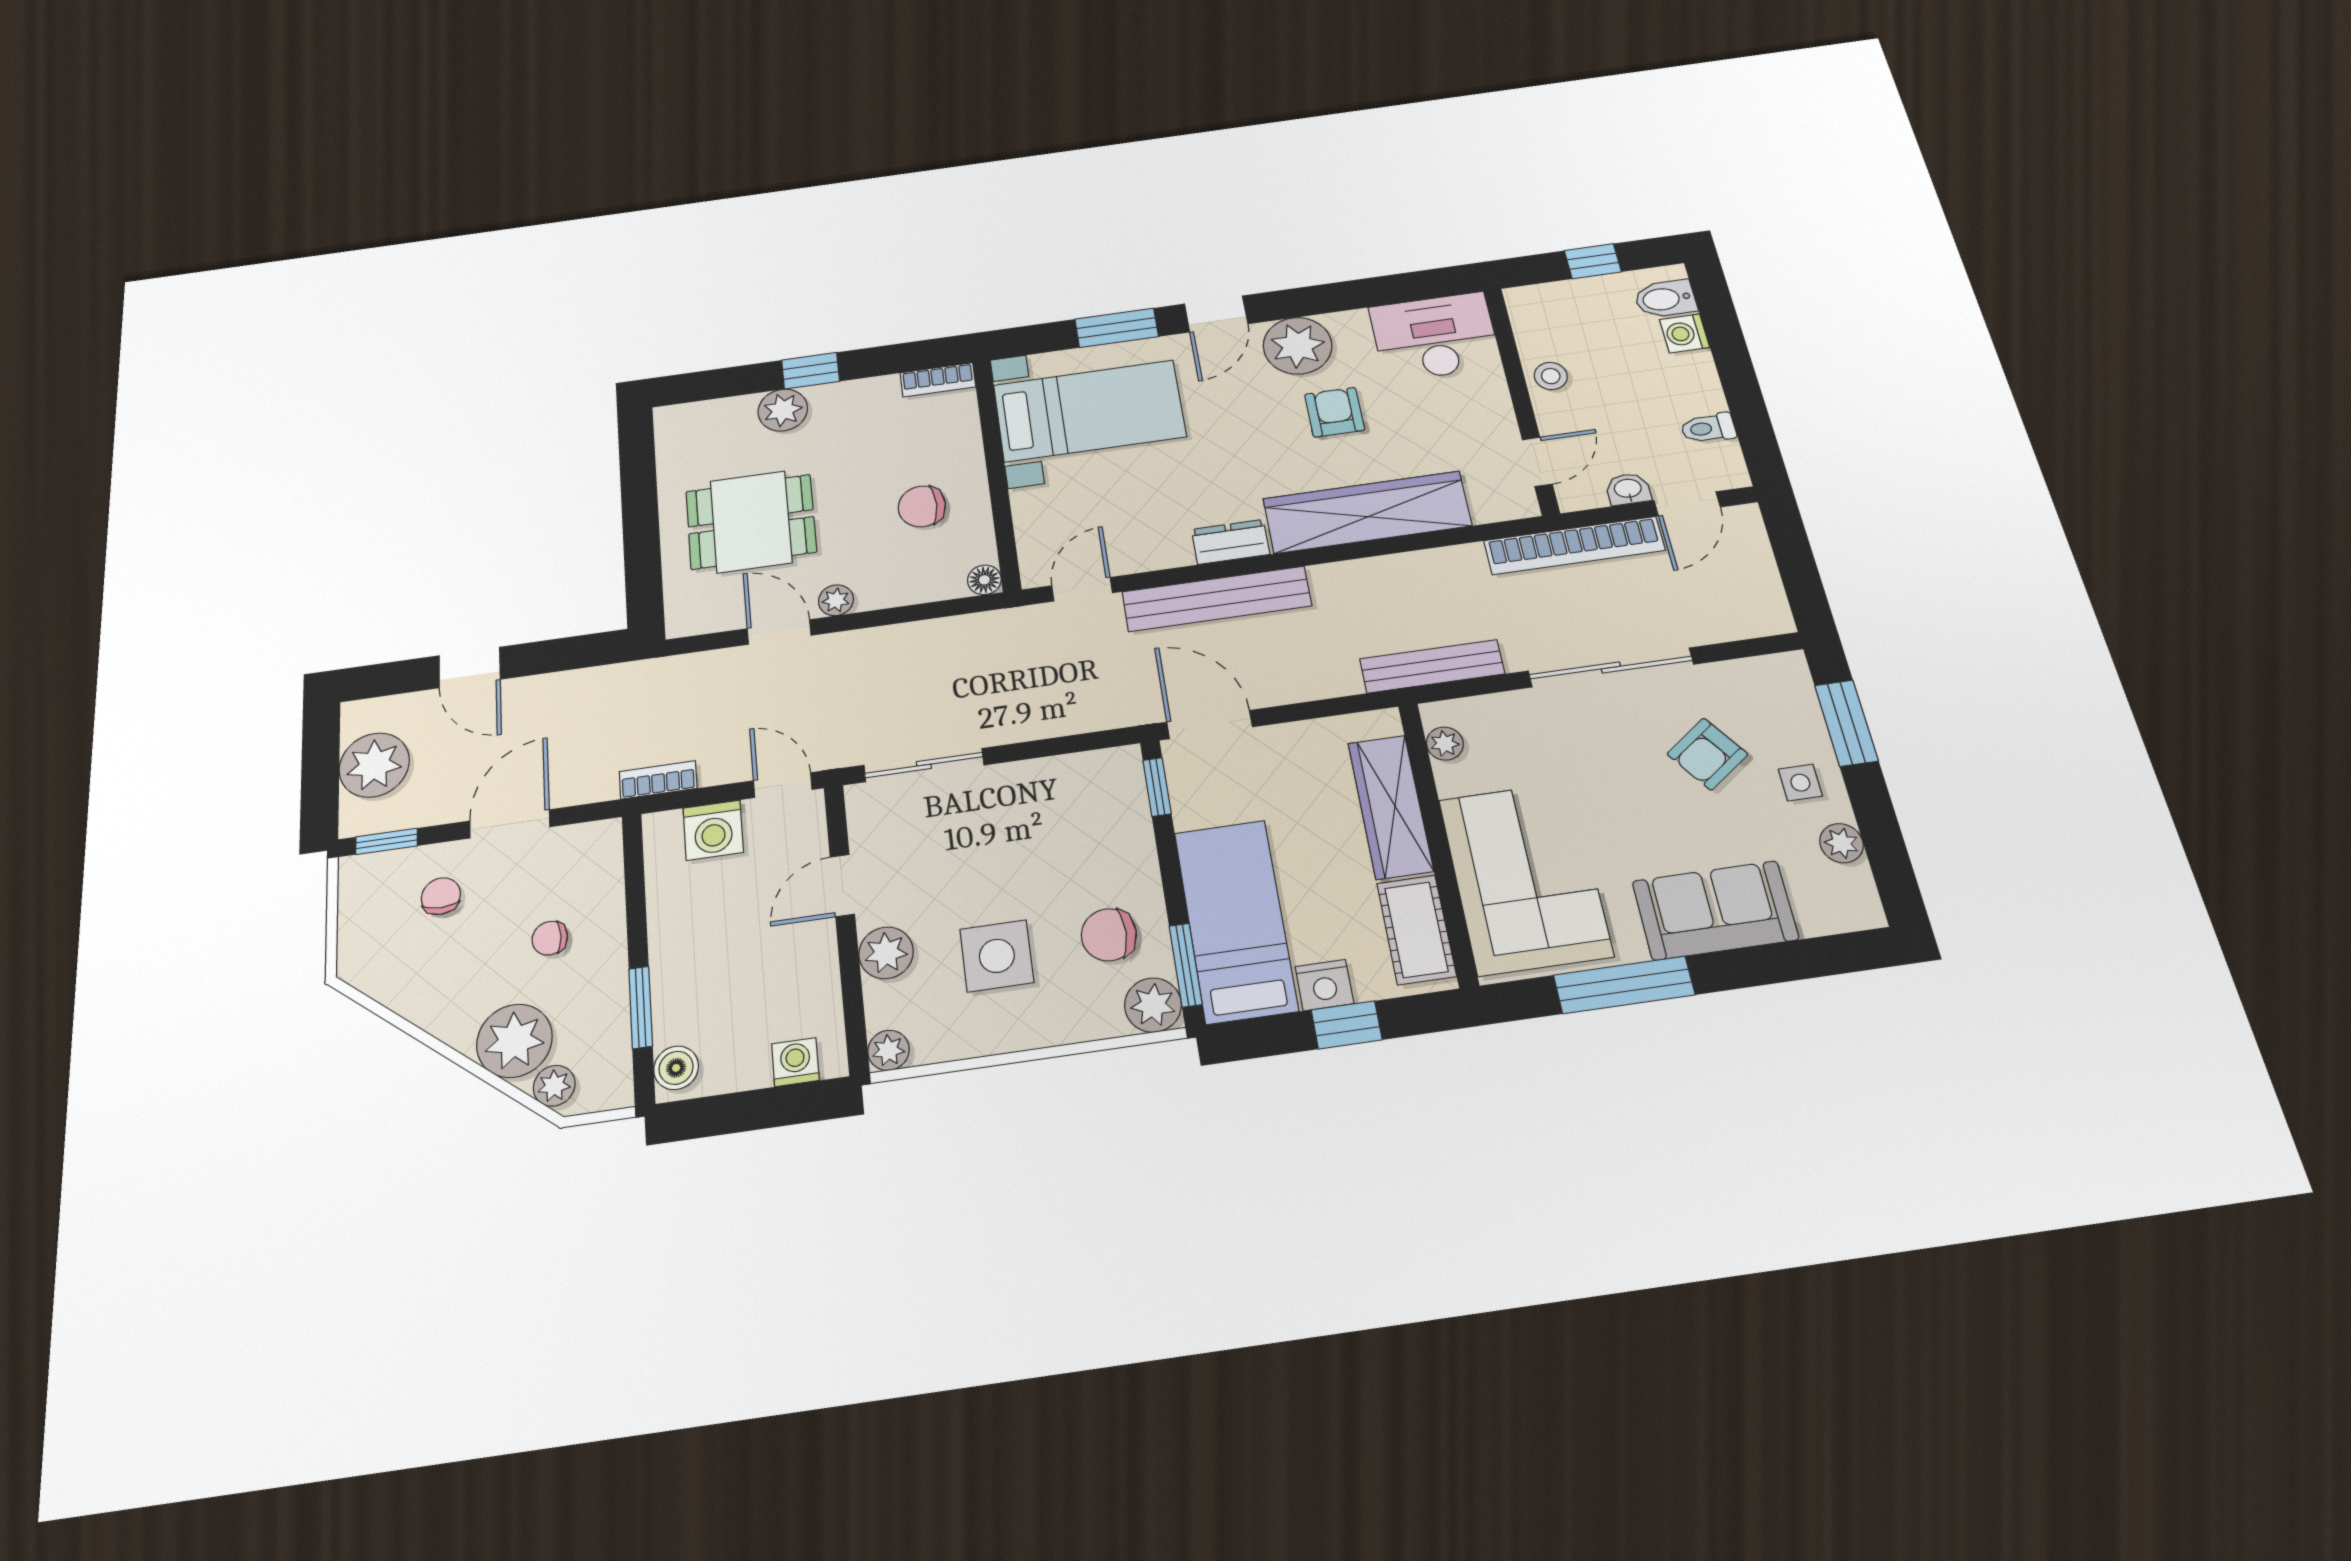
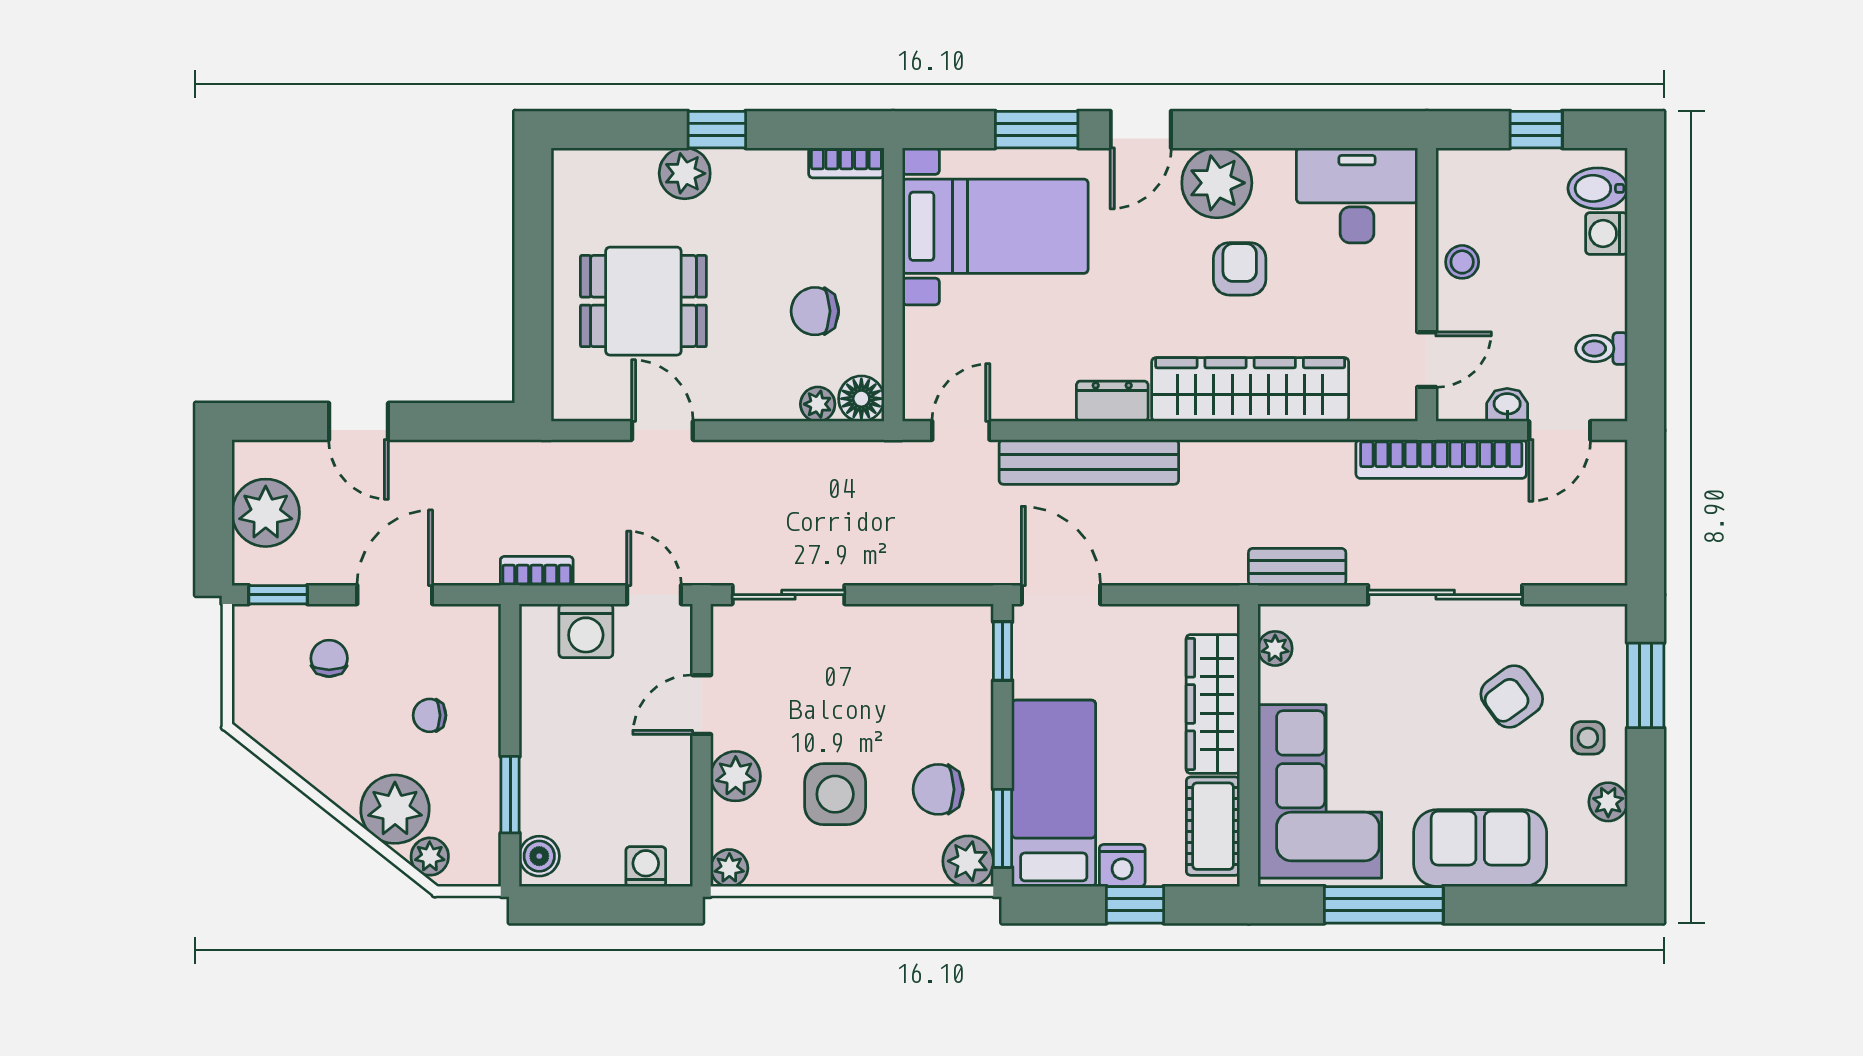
floor lamp: (984, 580) -> (861, 399), width x1.37, depth x1.37
plant: (836, 600) -> (818, 404), moved
bench: (1432, 666) -> (1297, 567), width x0.73

